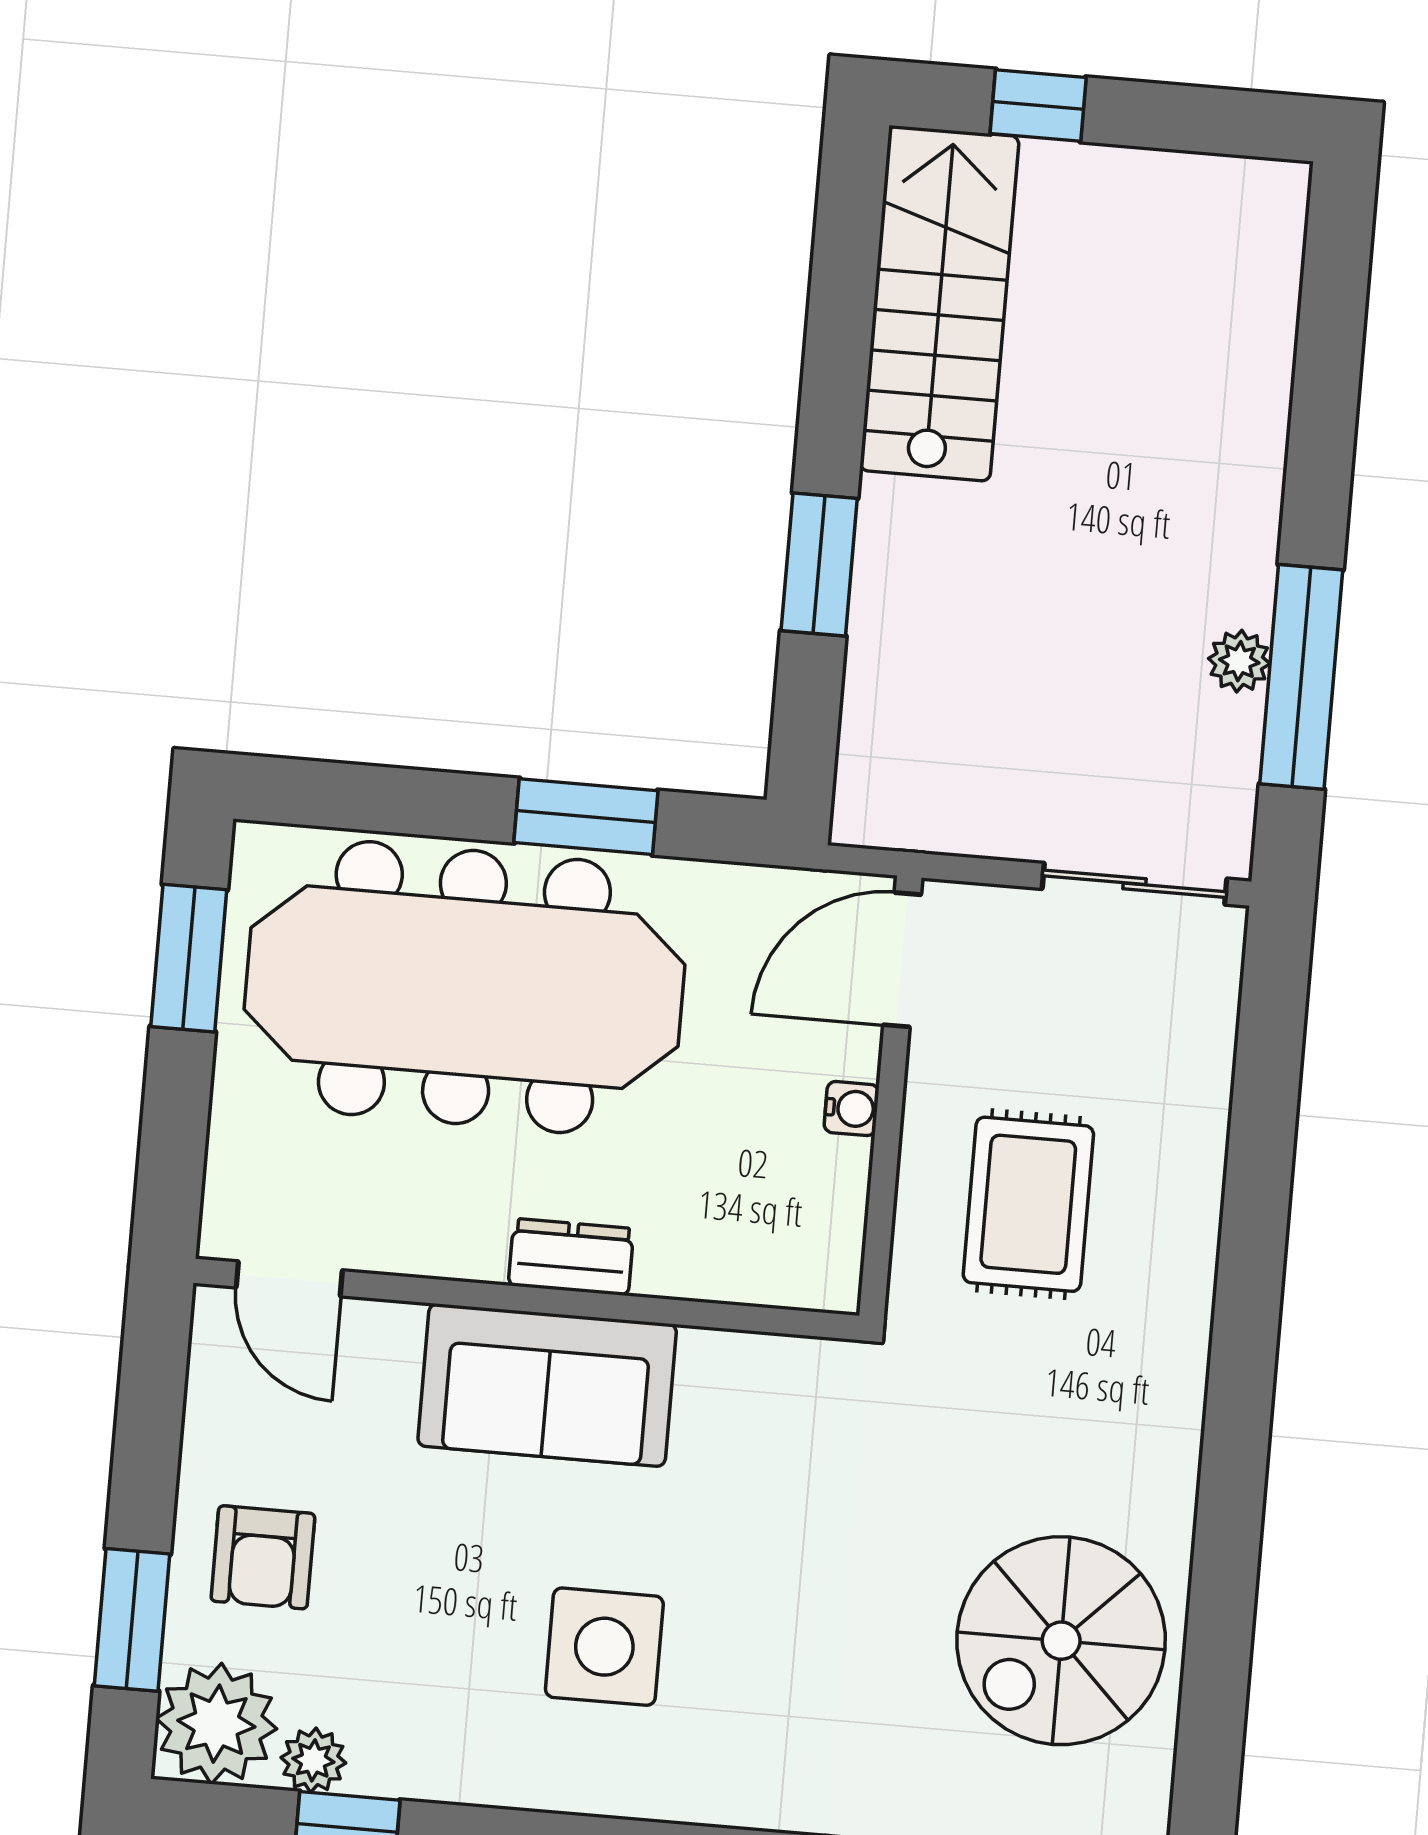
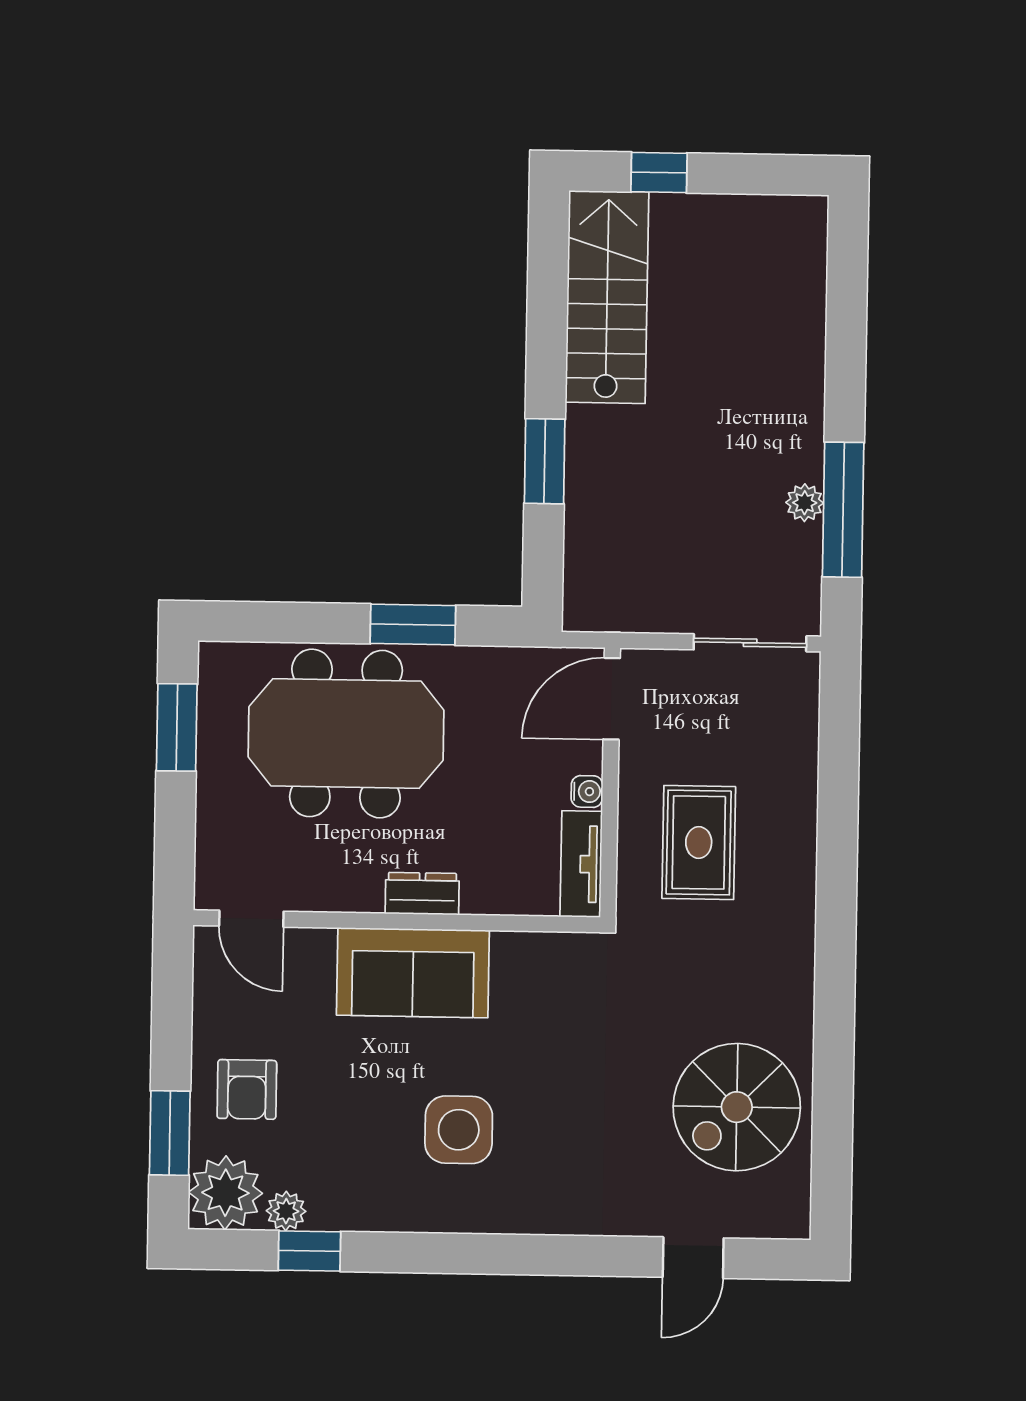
meeting table: (464, 987) -> (346, 734), width x0.73
tv unit: (834, 1226) -> (581, 864), added

